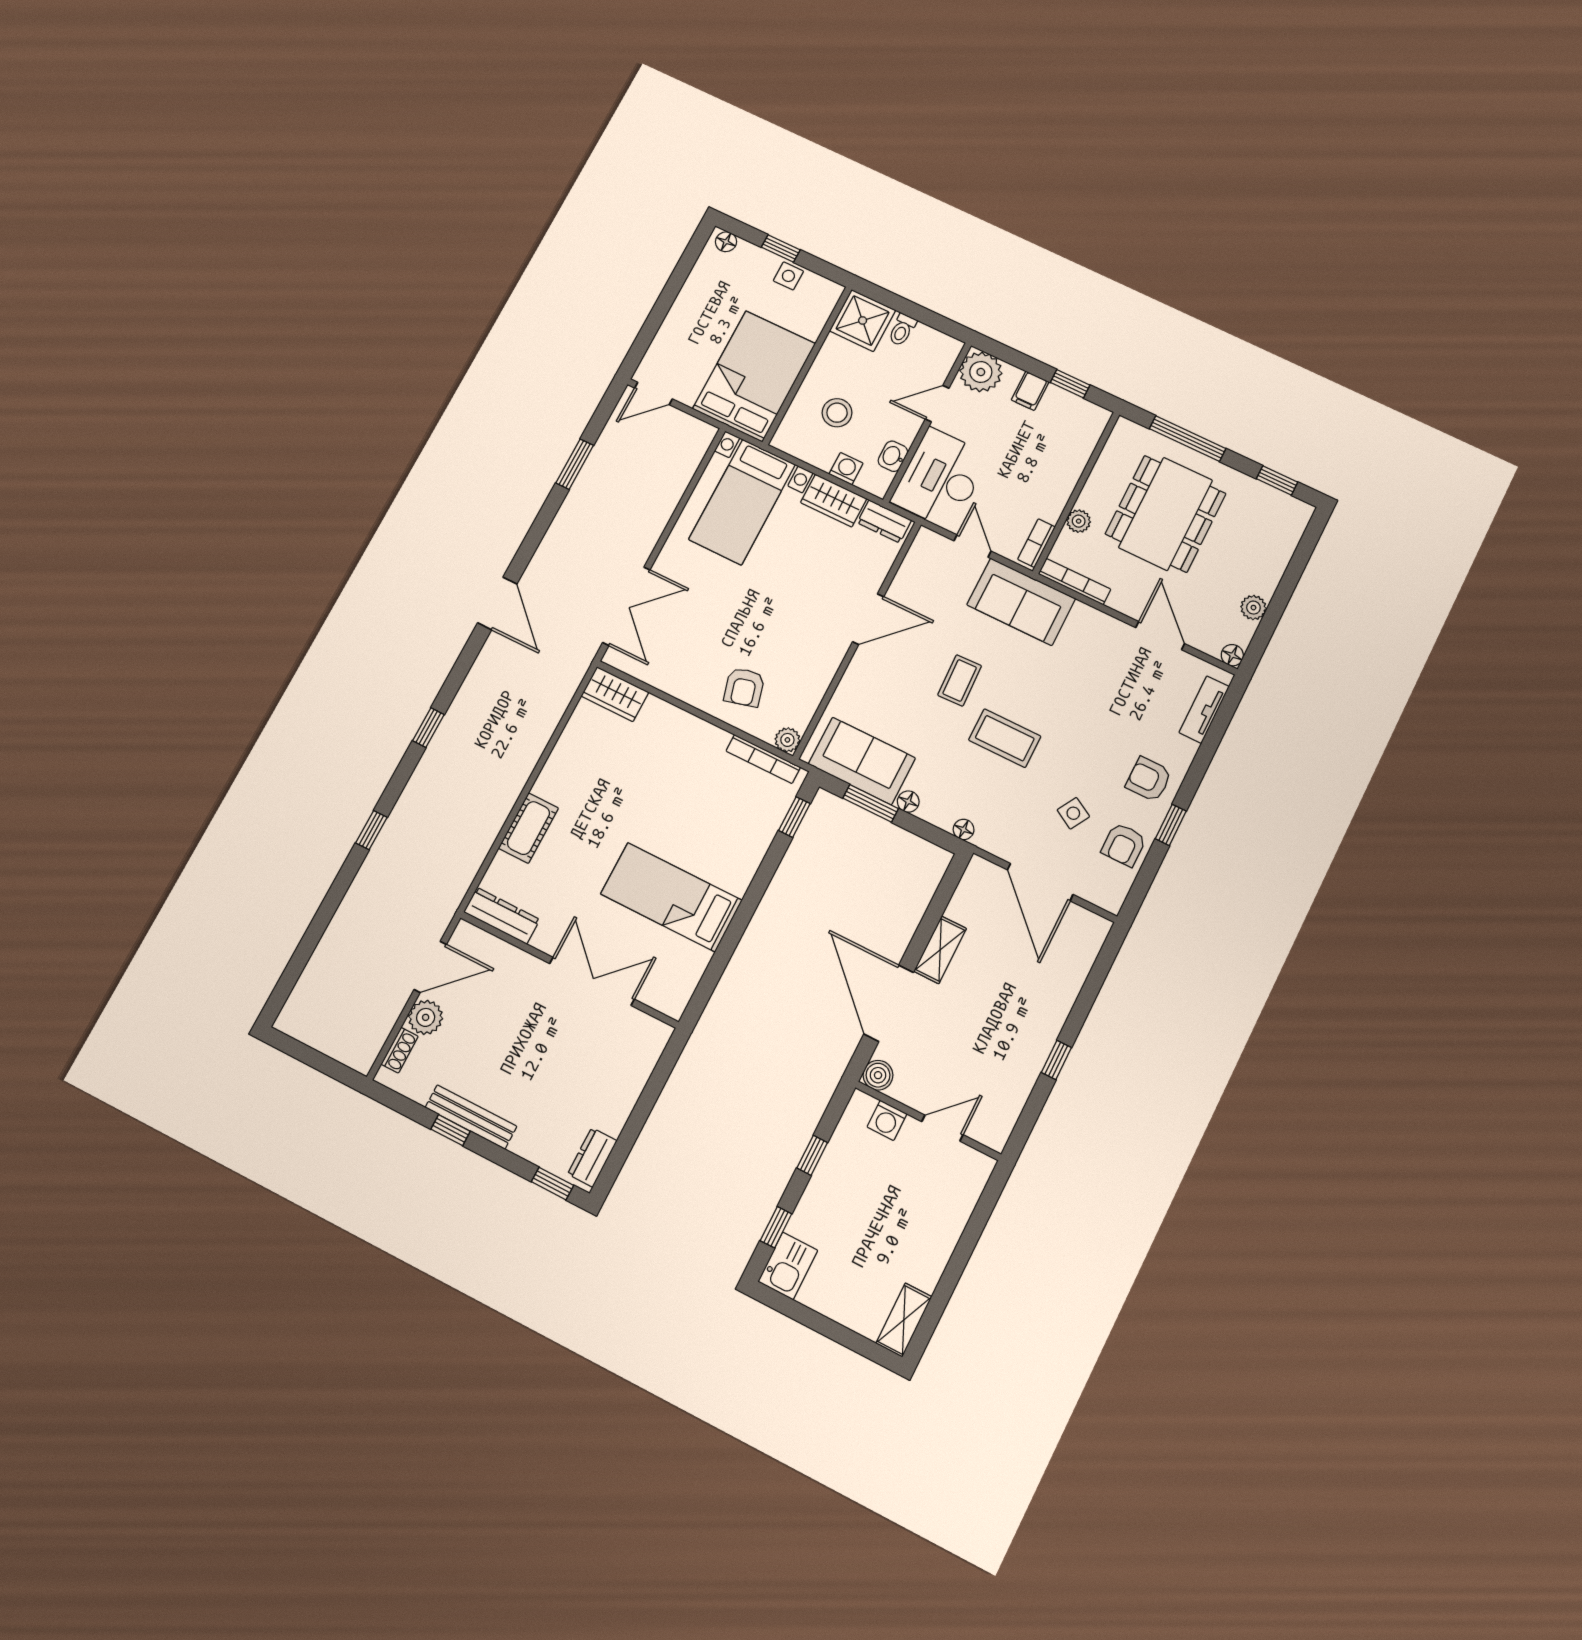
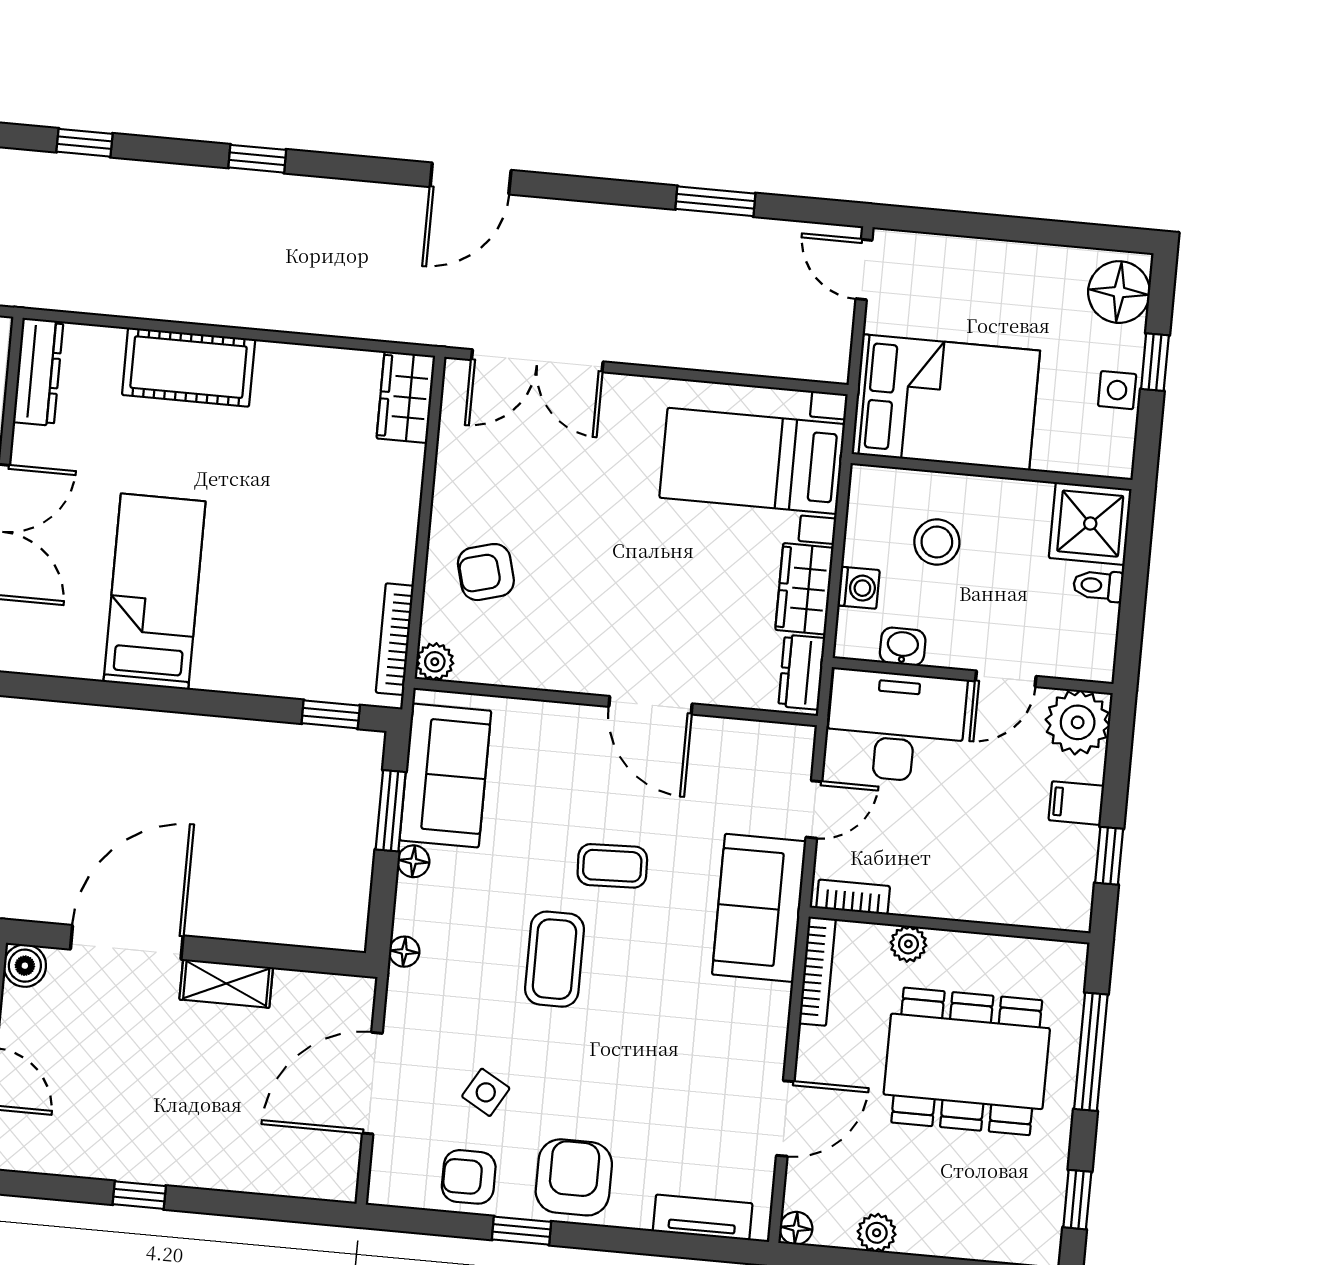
floor lamp: (726, 242) -> (1119, 292), width x1.89, depth x1.89
door: (937, 404) -> (1006, 679), swing flipped
armchair: (1149, 779) -> (574, 1177), width x1.38, depth x1.38
cot: (528, 828) -> (189, 367), width x1.37, depth x1.34

